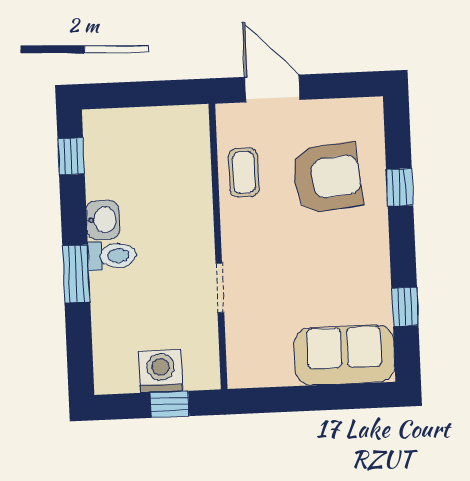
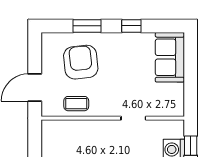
window: (400, 187) -> (87, 26), width x1.50
window: (405, 307) -> (131, 26), moved

